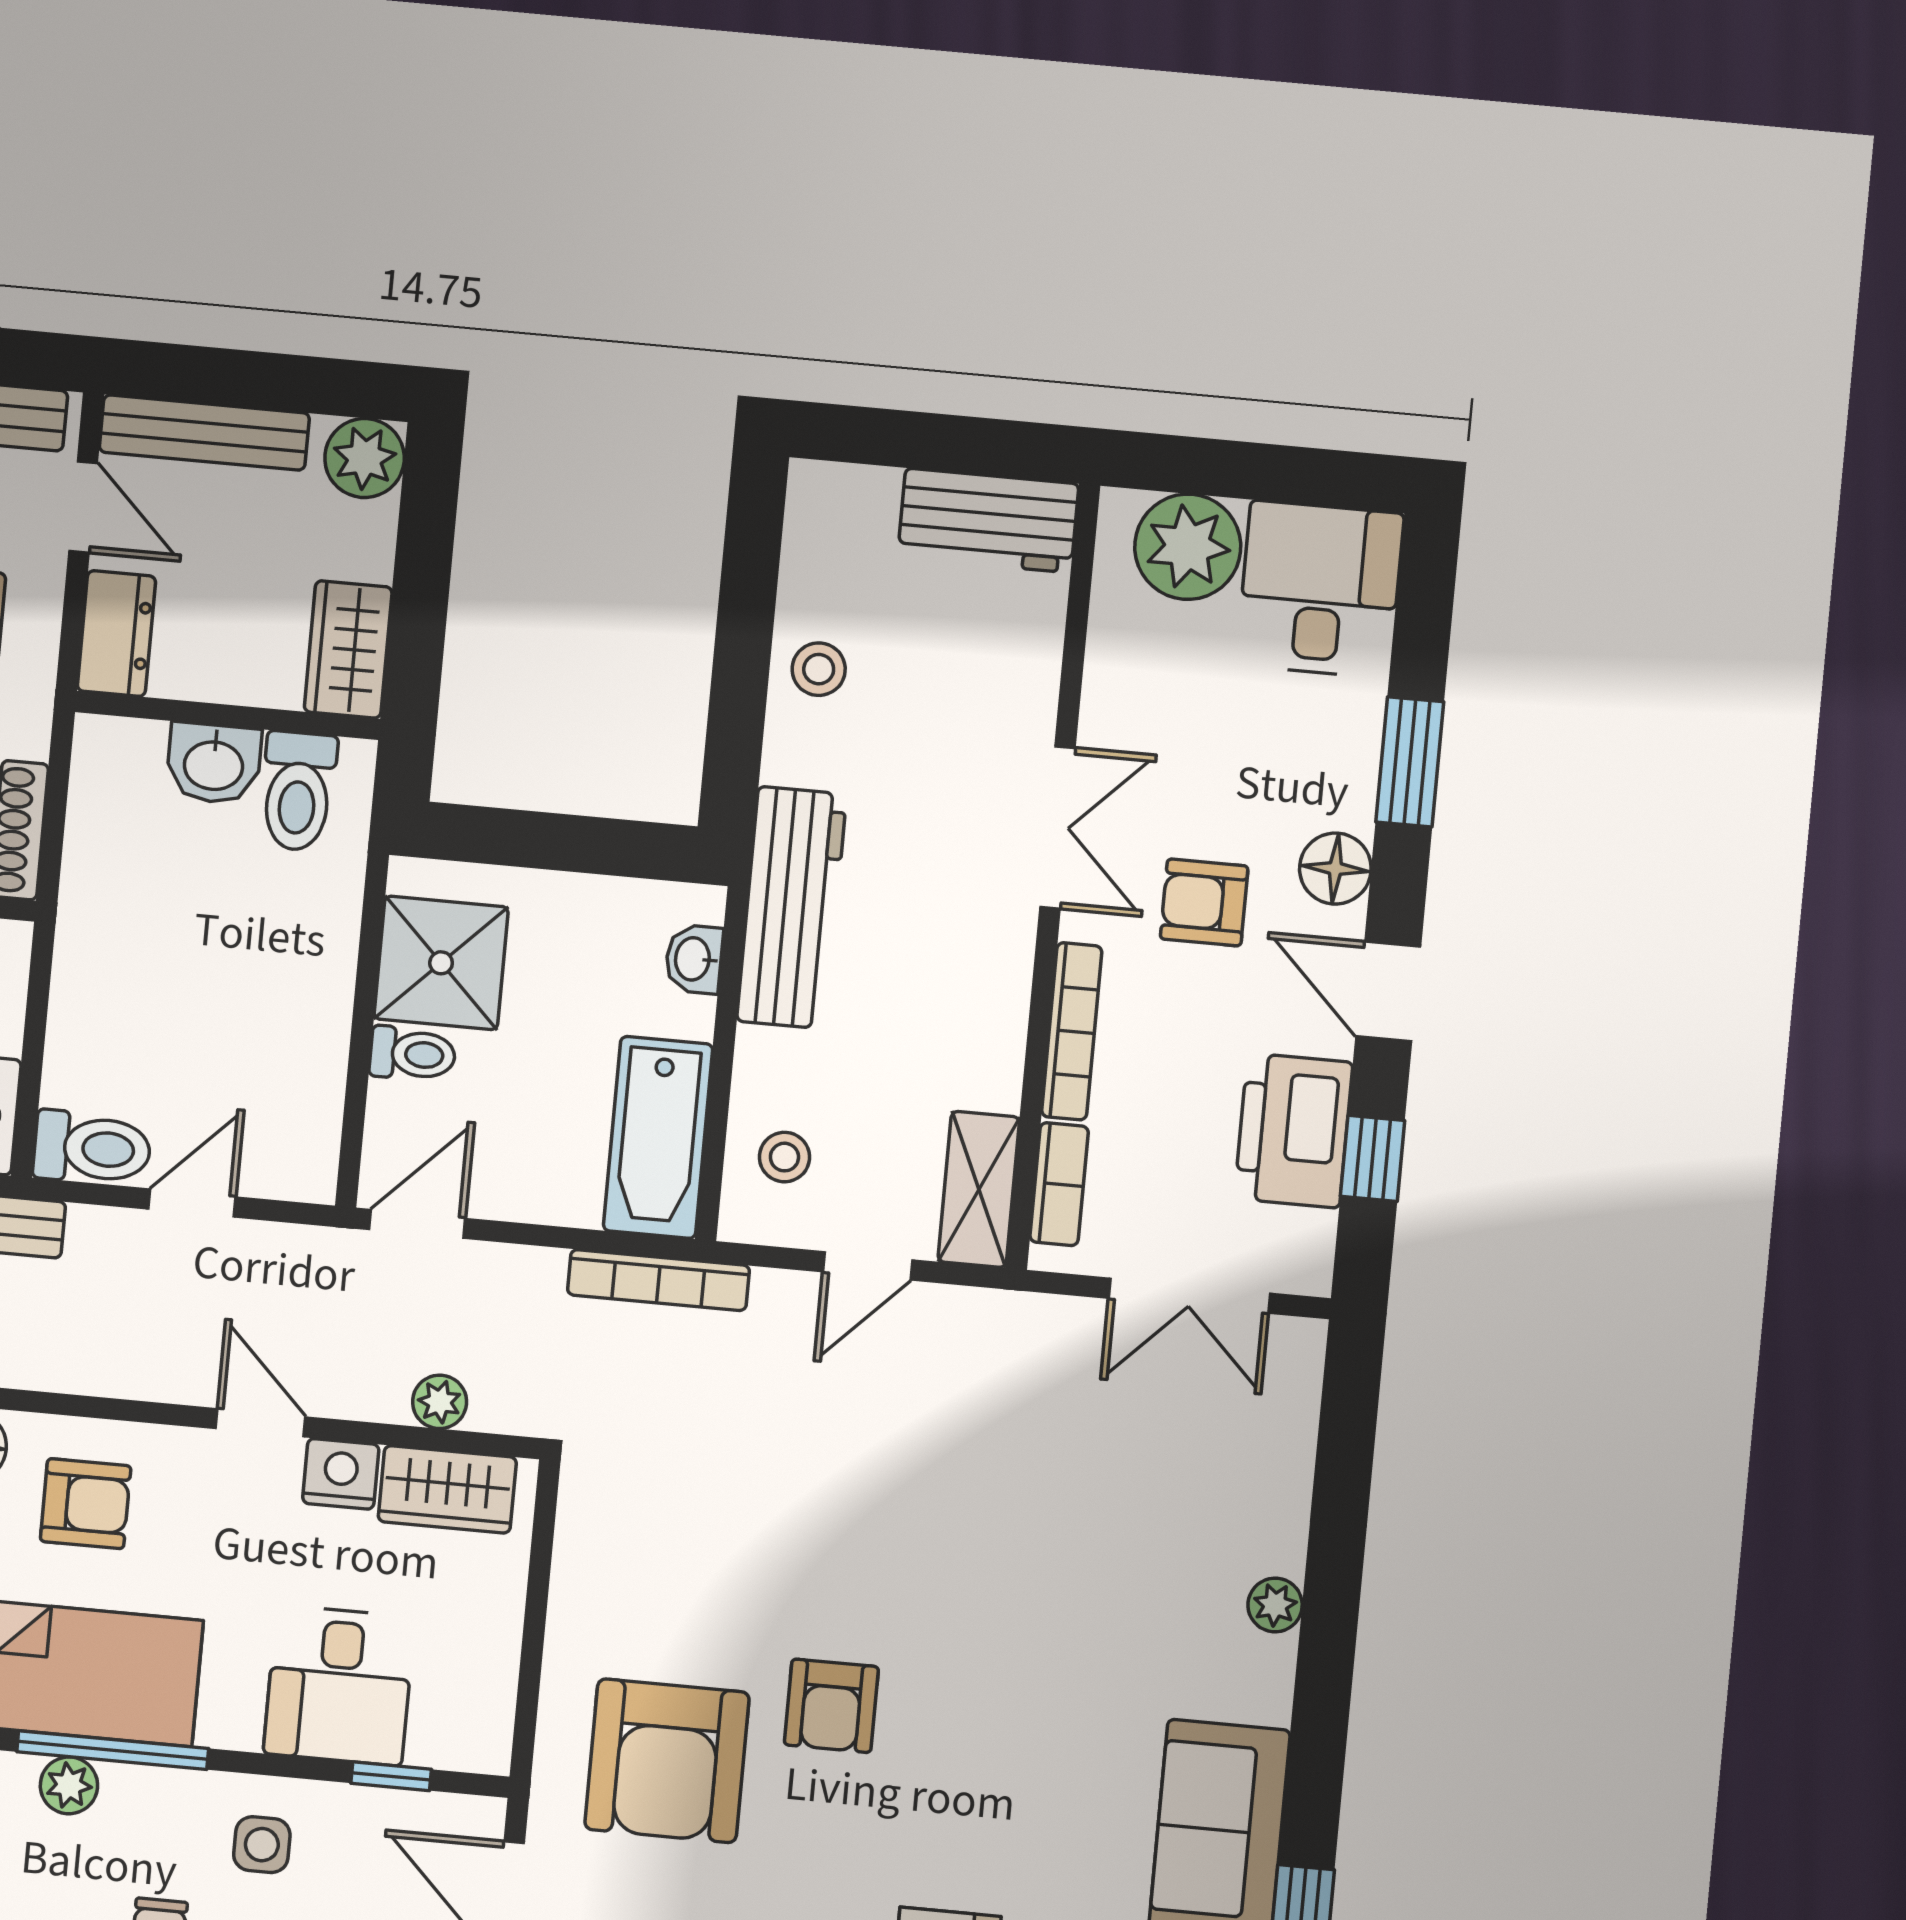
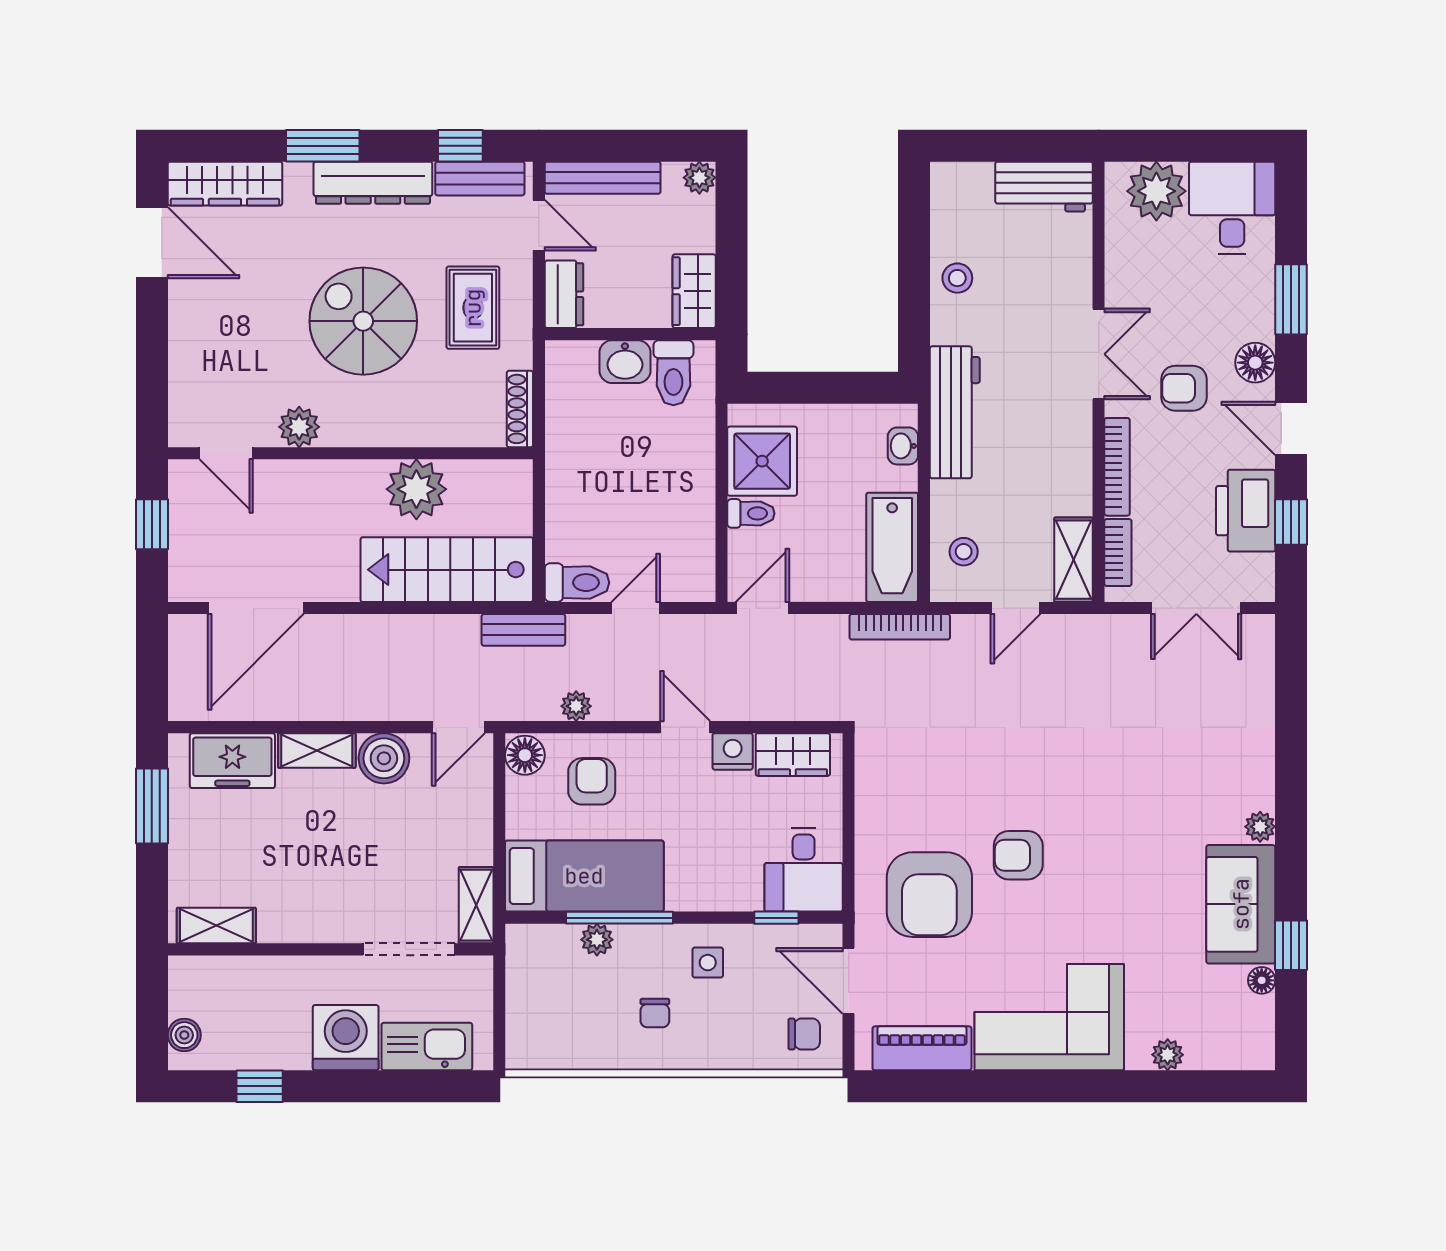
plant: (365, 458) -> (699, 178), width x0.73, depth x0.73
plant: (440, 1402) -> (576, 706), moved
armchair: (86, 1504) -> (592, 781), turned -90
plant: (1275, 1605) -> (1260, 827), moved
desk: (339, 1685) -> (804, 870), moved
armchair: (831, 1706) -> (1018, 855), turned 90

